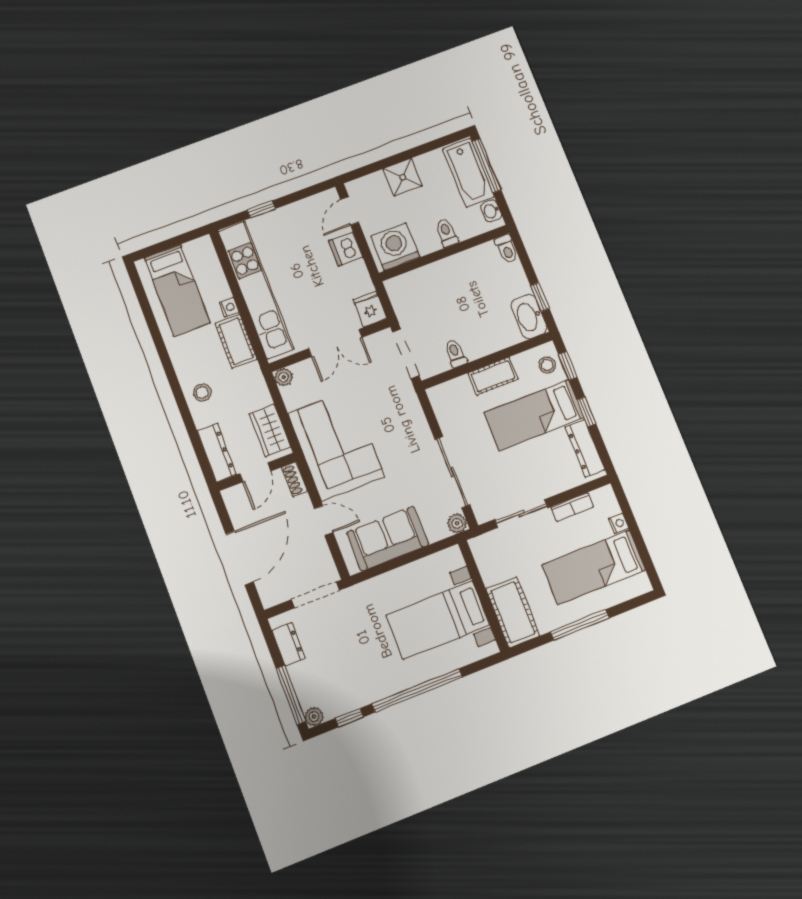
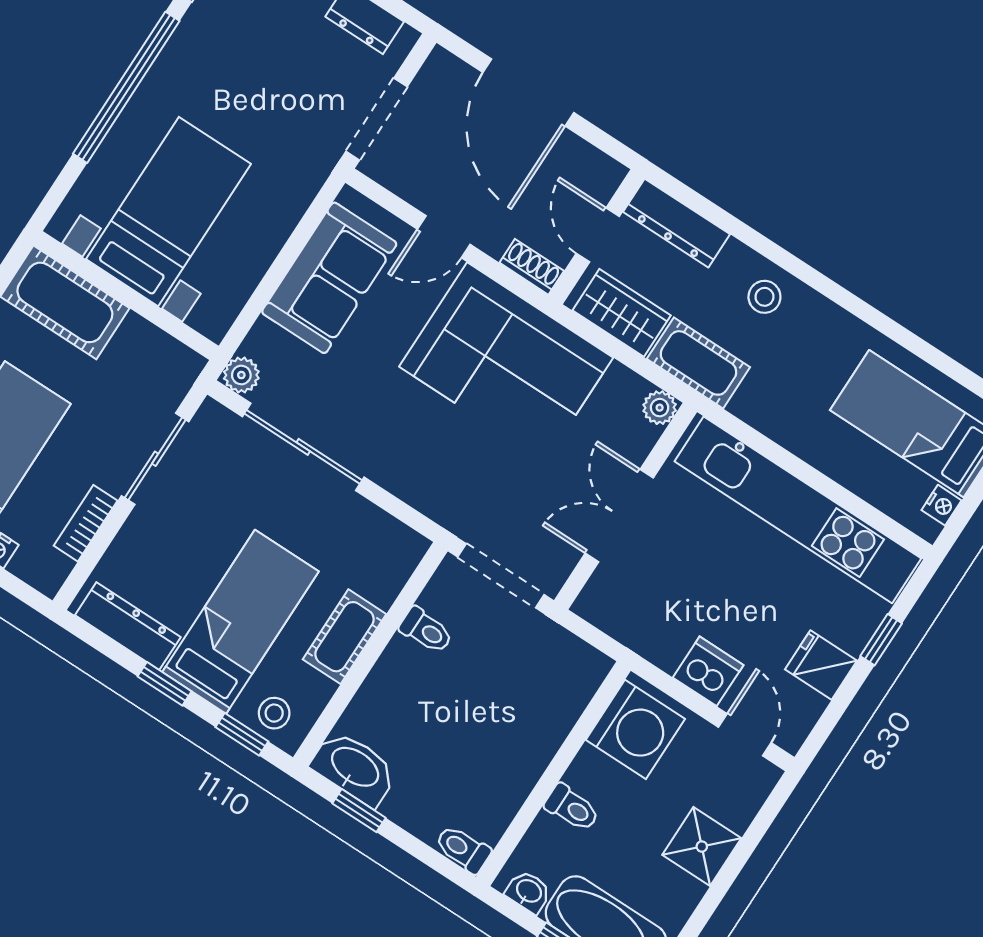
nightstand: (229, 307) -> (942, 505), moved, turned -90
fridge: (370, 309) -> (821, 665), moved, turned 180
cot: (236, 341) -> (698, 363), moved

